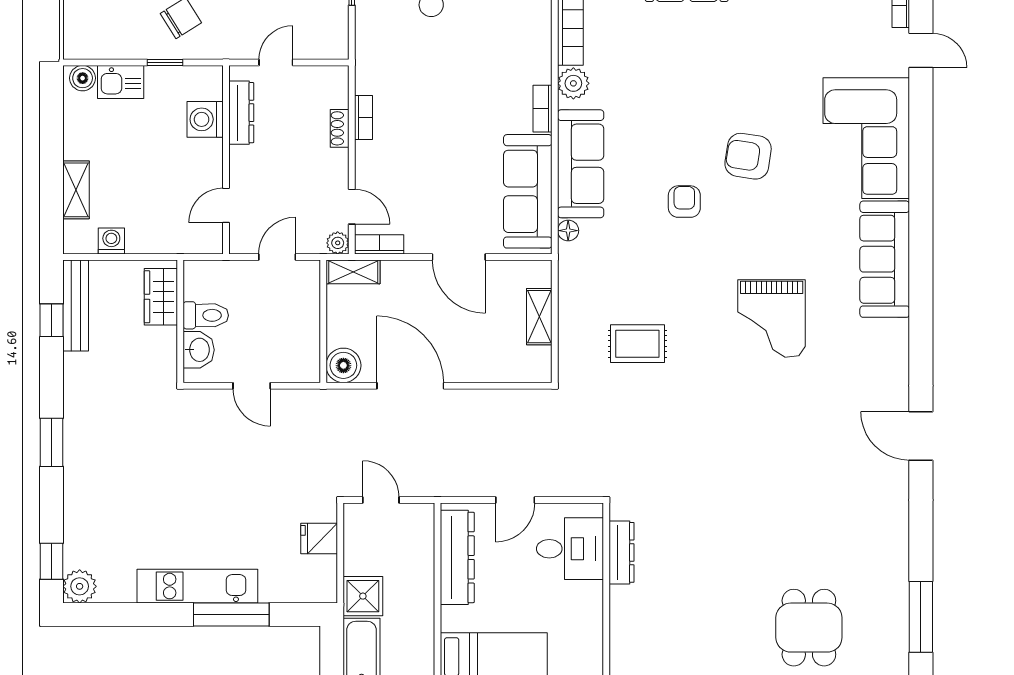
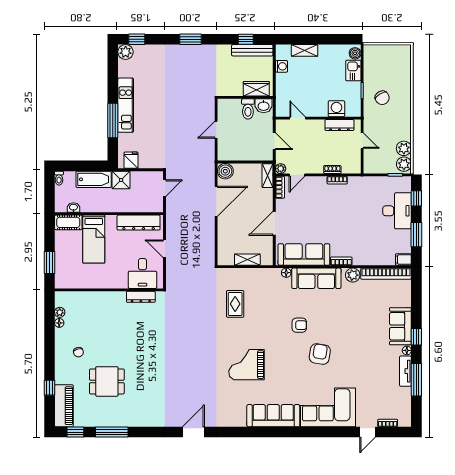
washbasin: (199, 350) -> (264, 106), moved
fridge: (319, 538) -> (131, 160), moved

